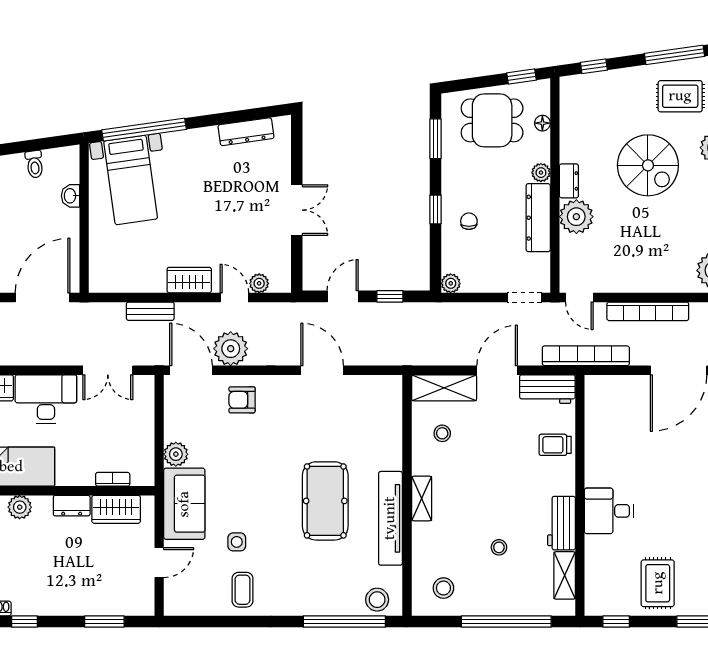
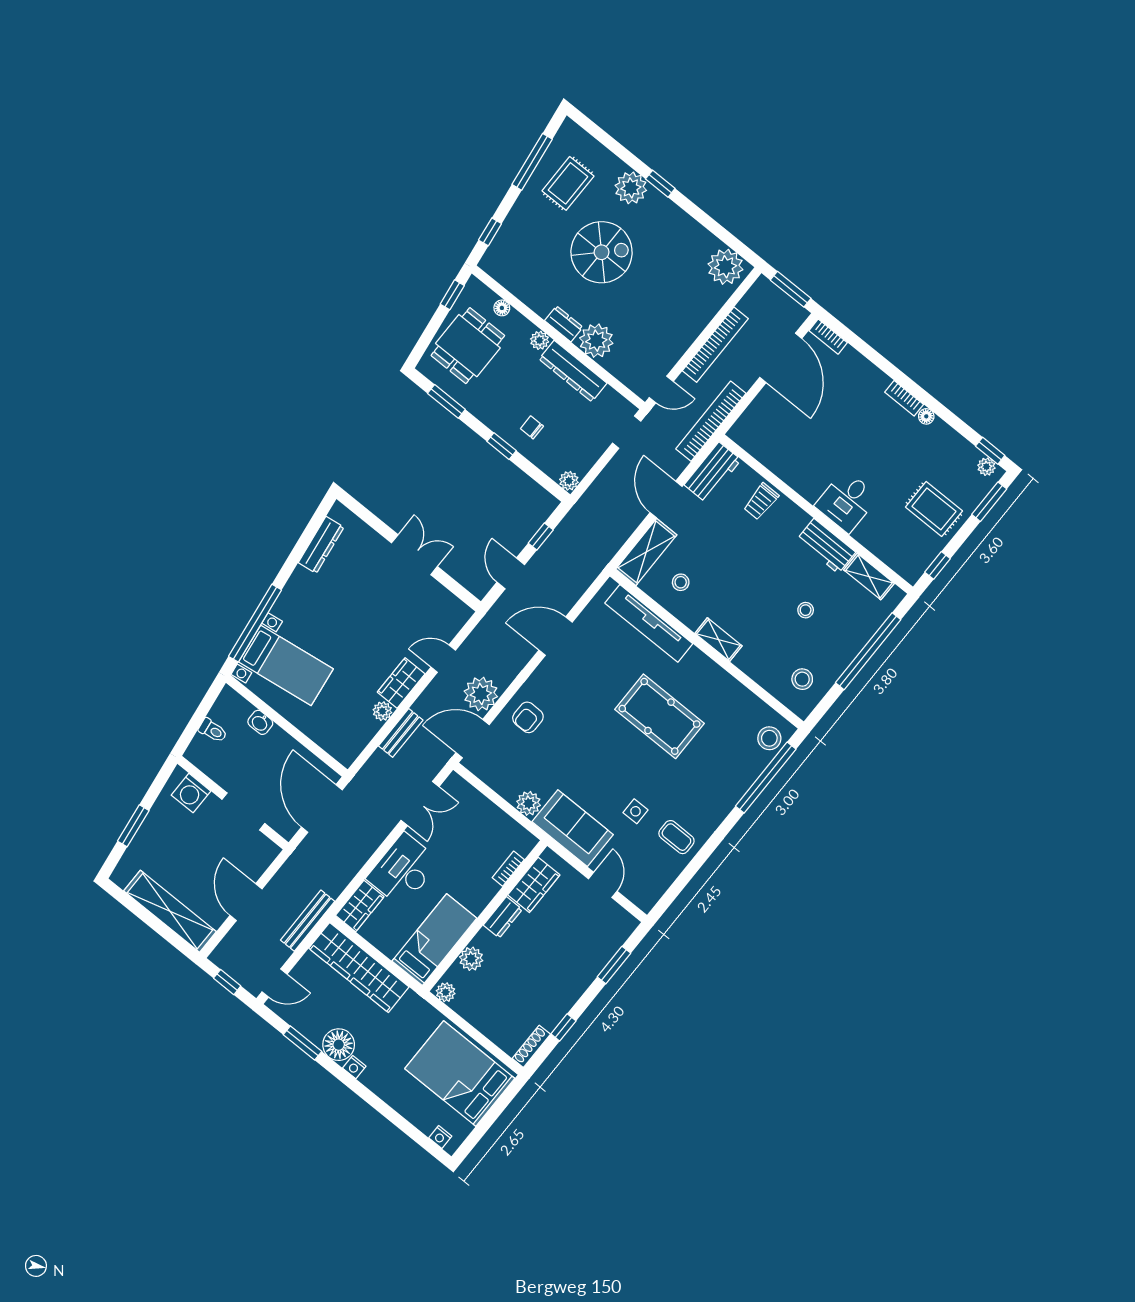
plant: (259, 283) -> (382, 711), moved
tv unit: (390, 518) -> (649, 623), moved

